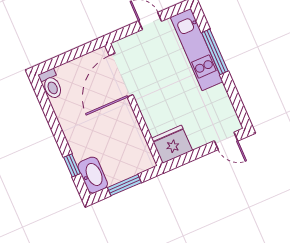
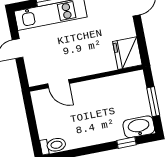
door: (121, 75) -> (58, 84), width x0.53

